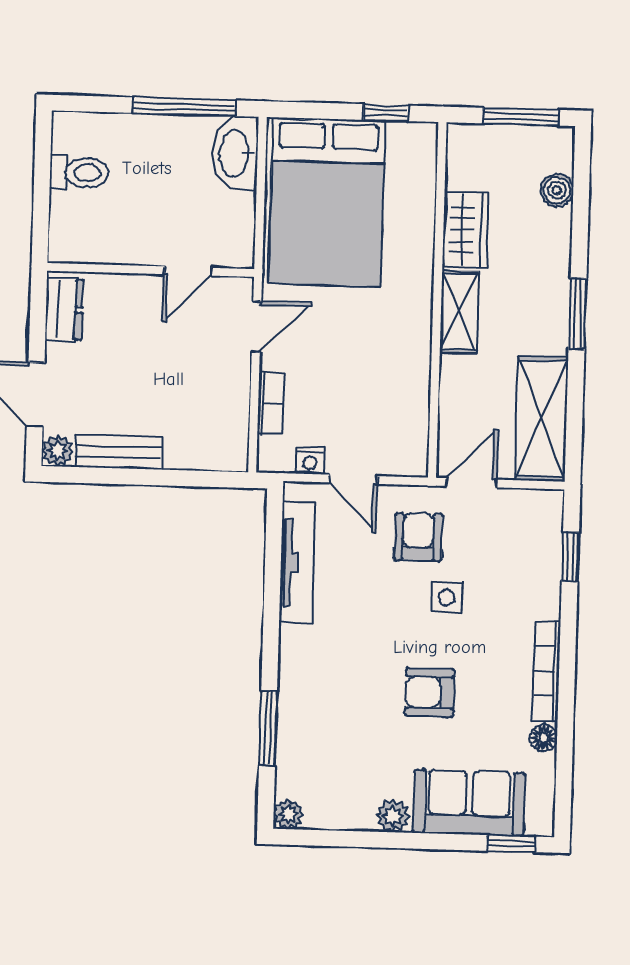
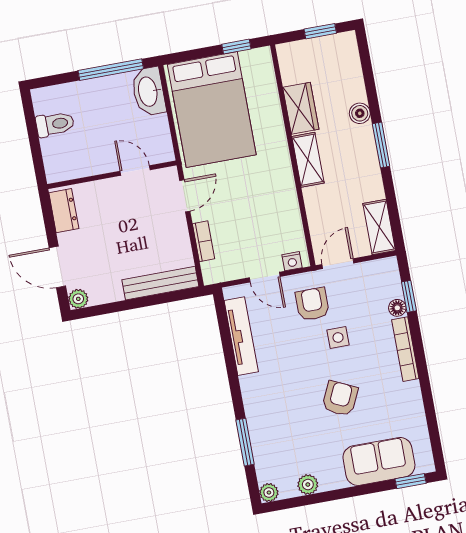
window: (521, 117) -> (320, 31), width x0.67
boiler: (557, 190) -> (360, 113), moved
door: (188, 271) -> (135, 171), swing flipped
shelving: (542, 419) -> (379, 227), width x0.67, depth x0.75
bench: (119, 452) -> (160, 283), moved, width x1.36
nightstand: (310, 461) -> (292, 261), moved
bookcase: (546, 671) -> (405, 349), moved
armchair: (430, 692) -> (340, 399), turned 115
floor lamp: (544, 738) -> (397, 308), moved
plant: (393, 816) -> (308, 485), moved

